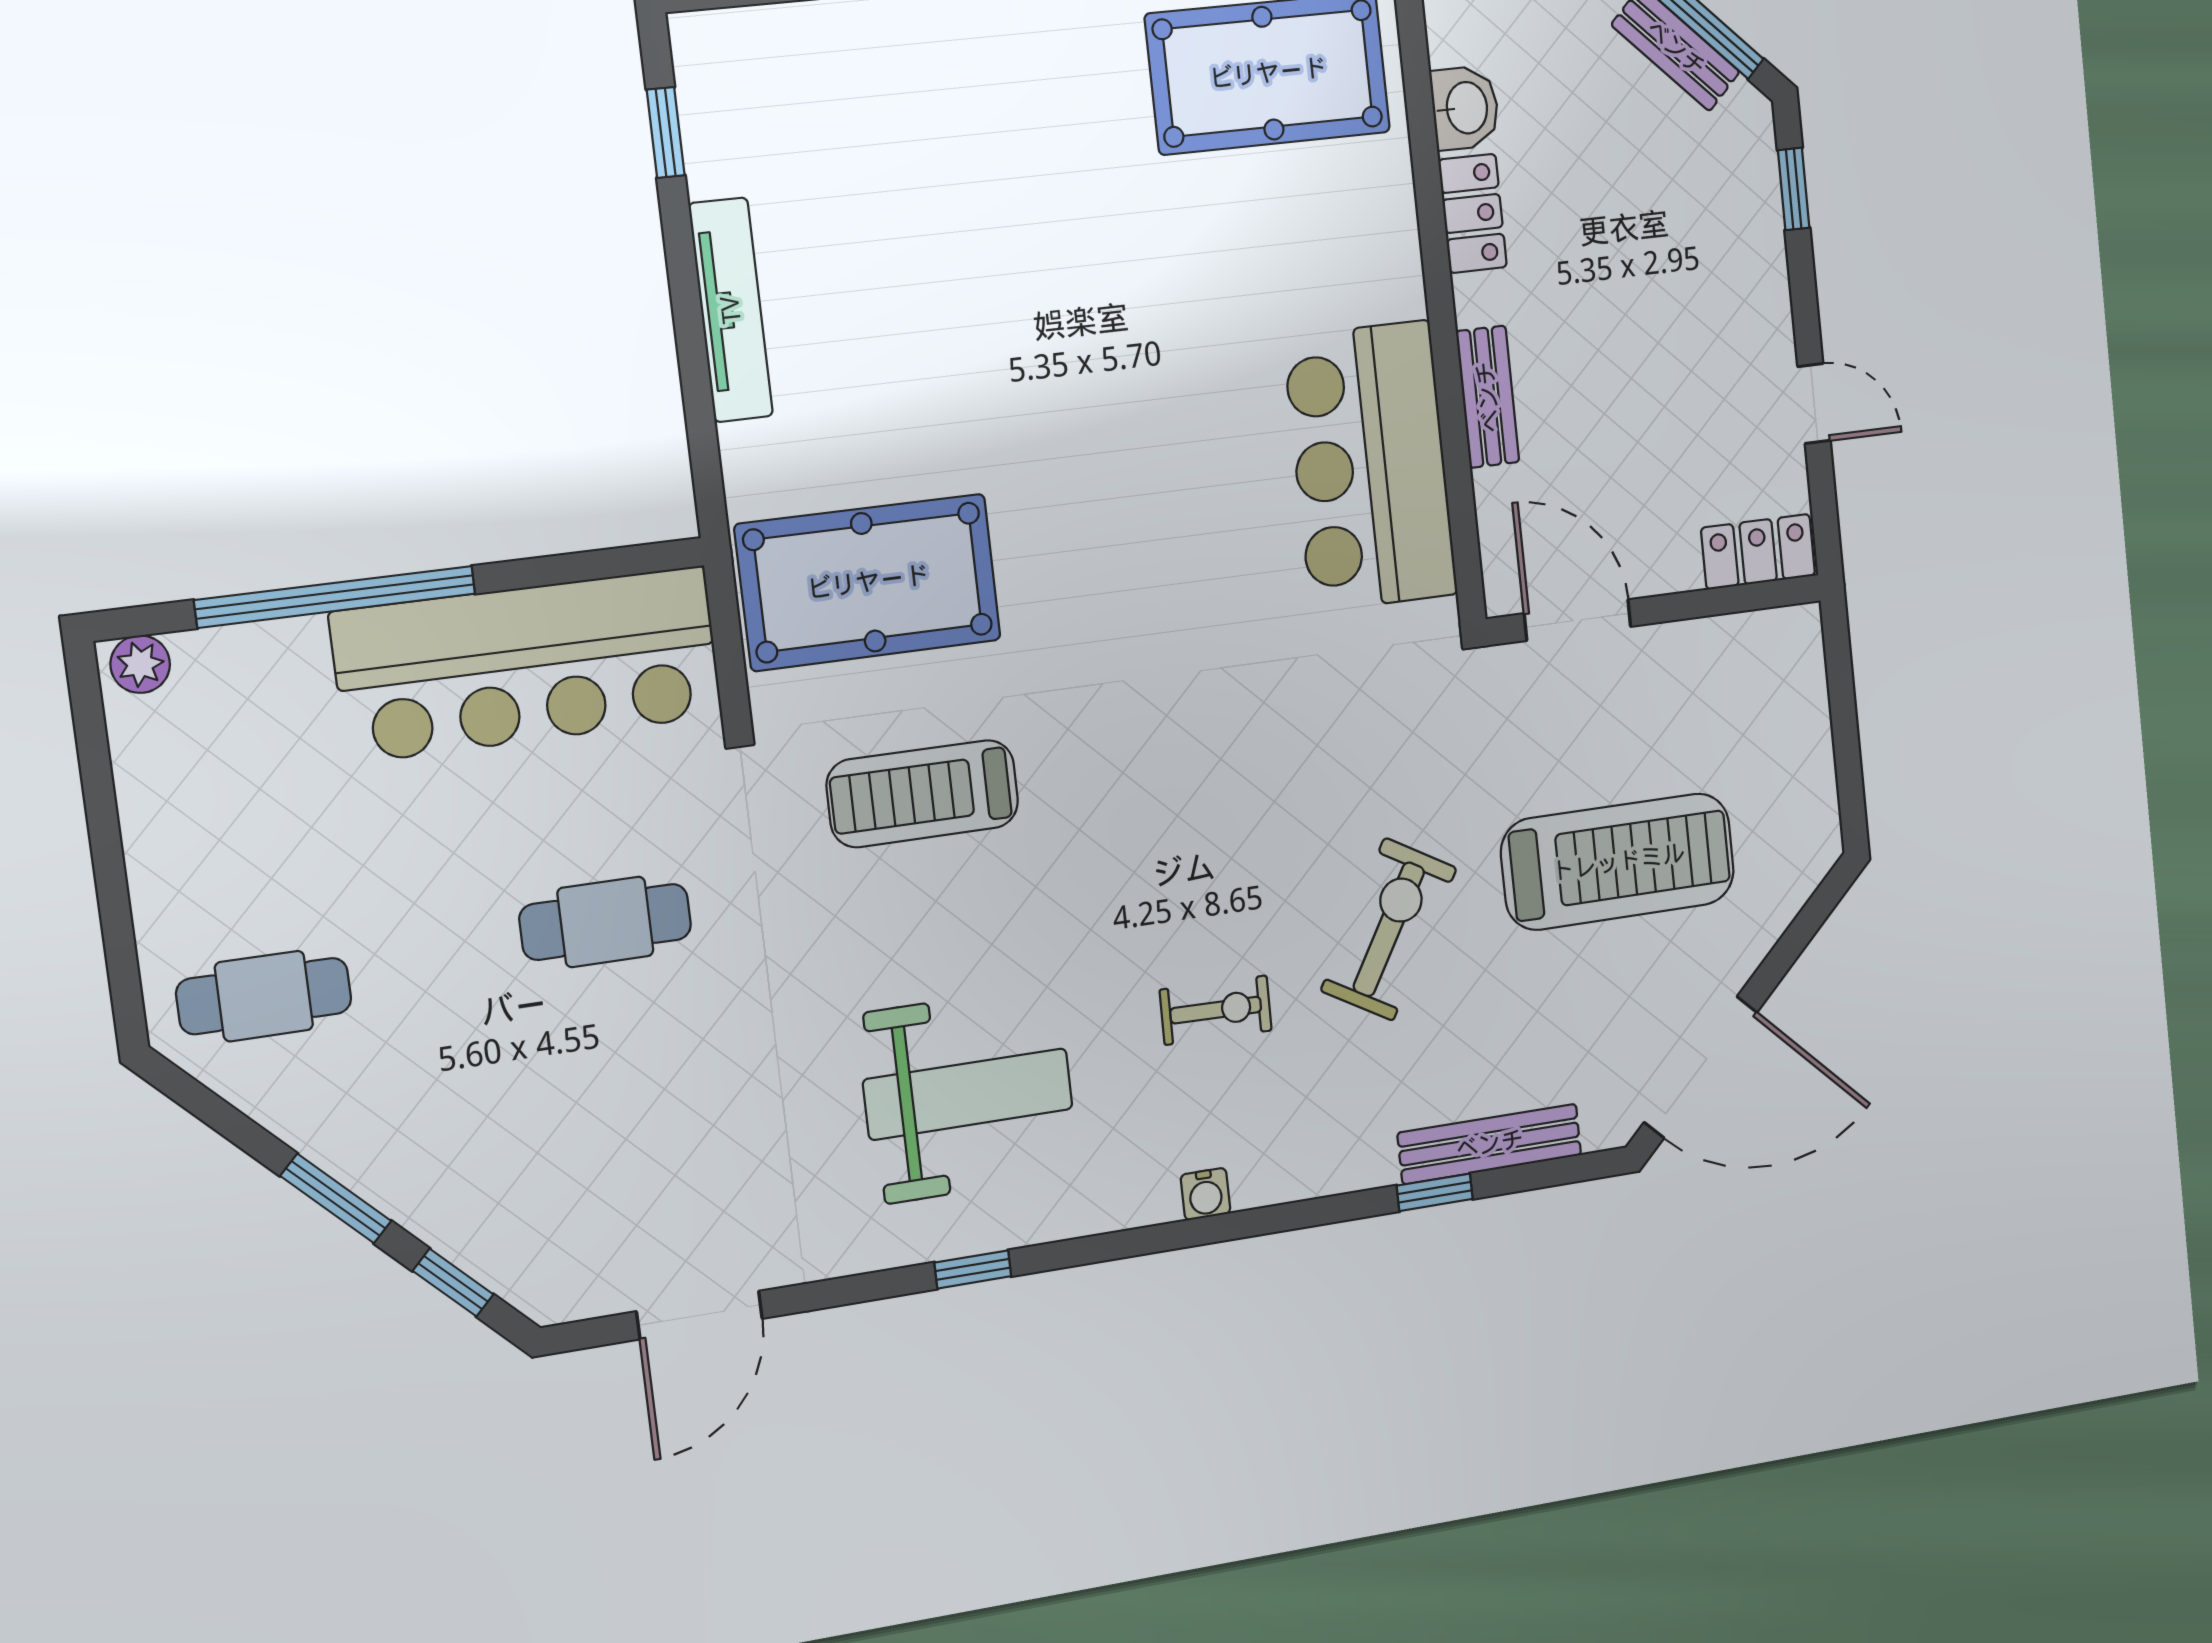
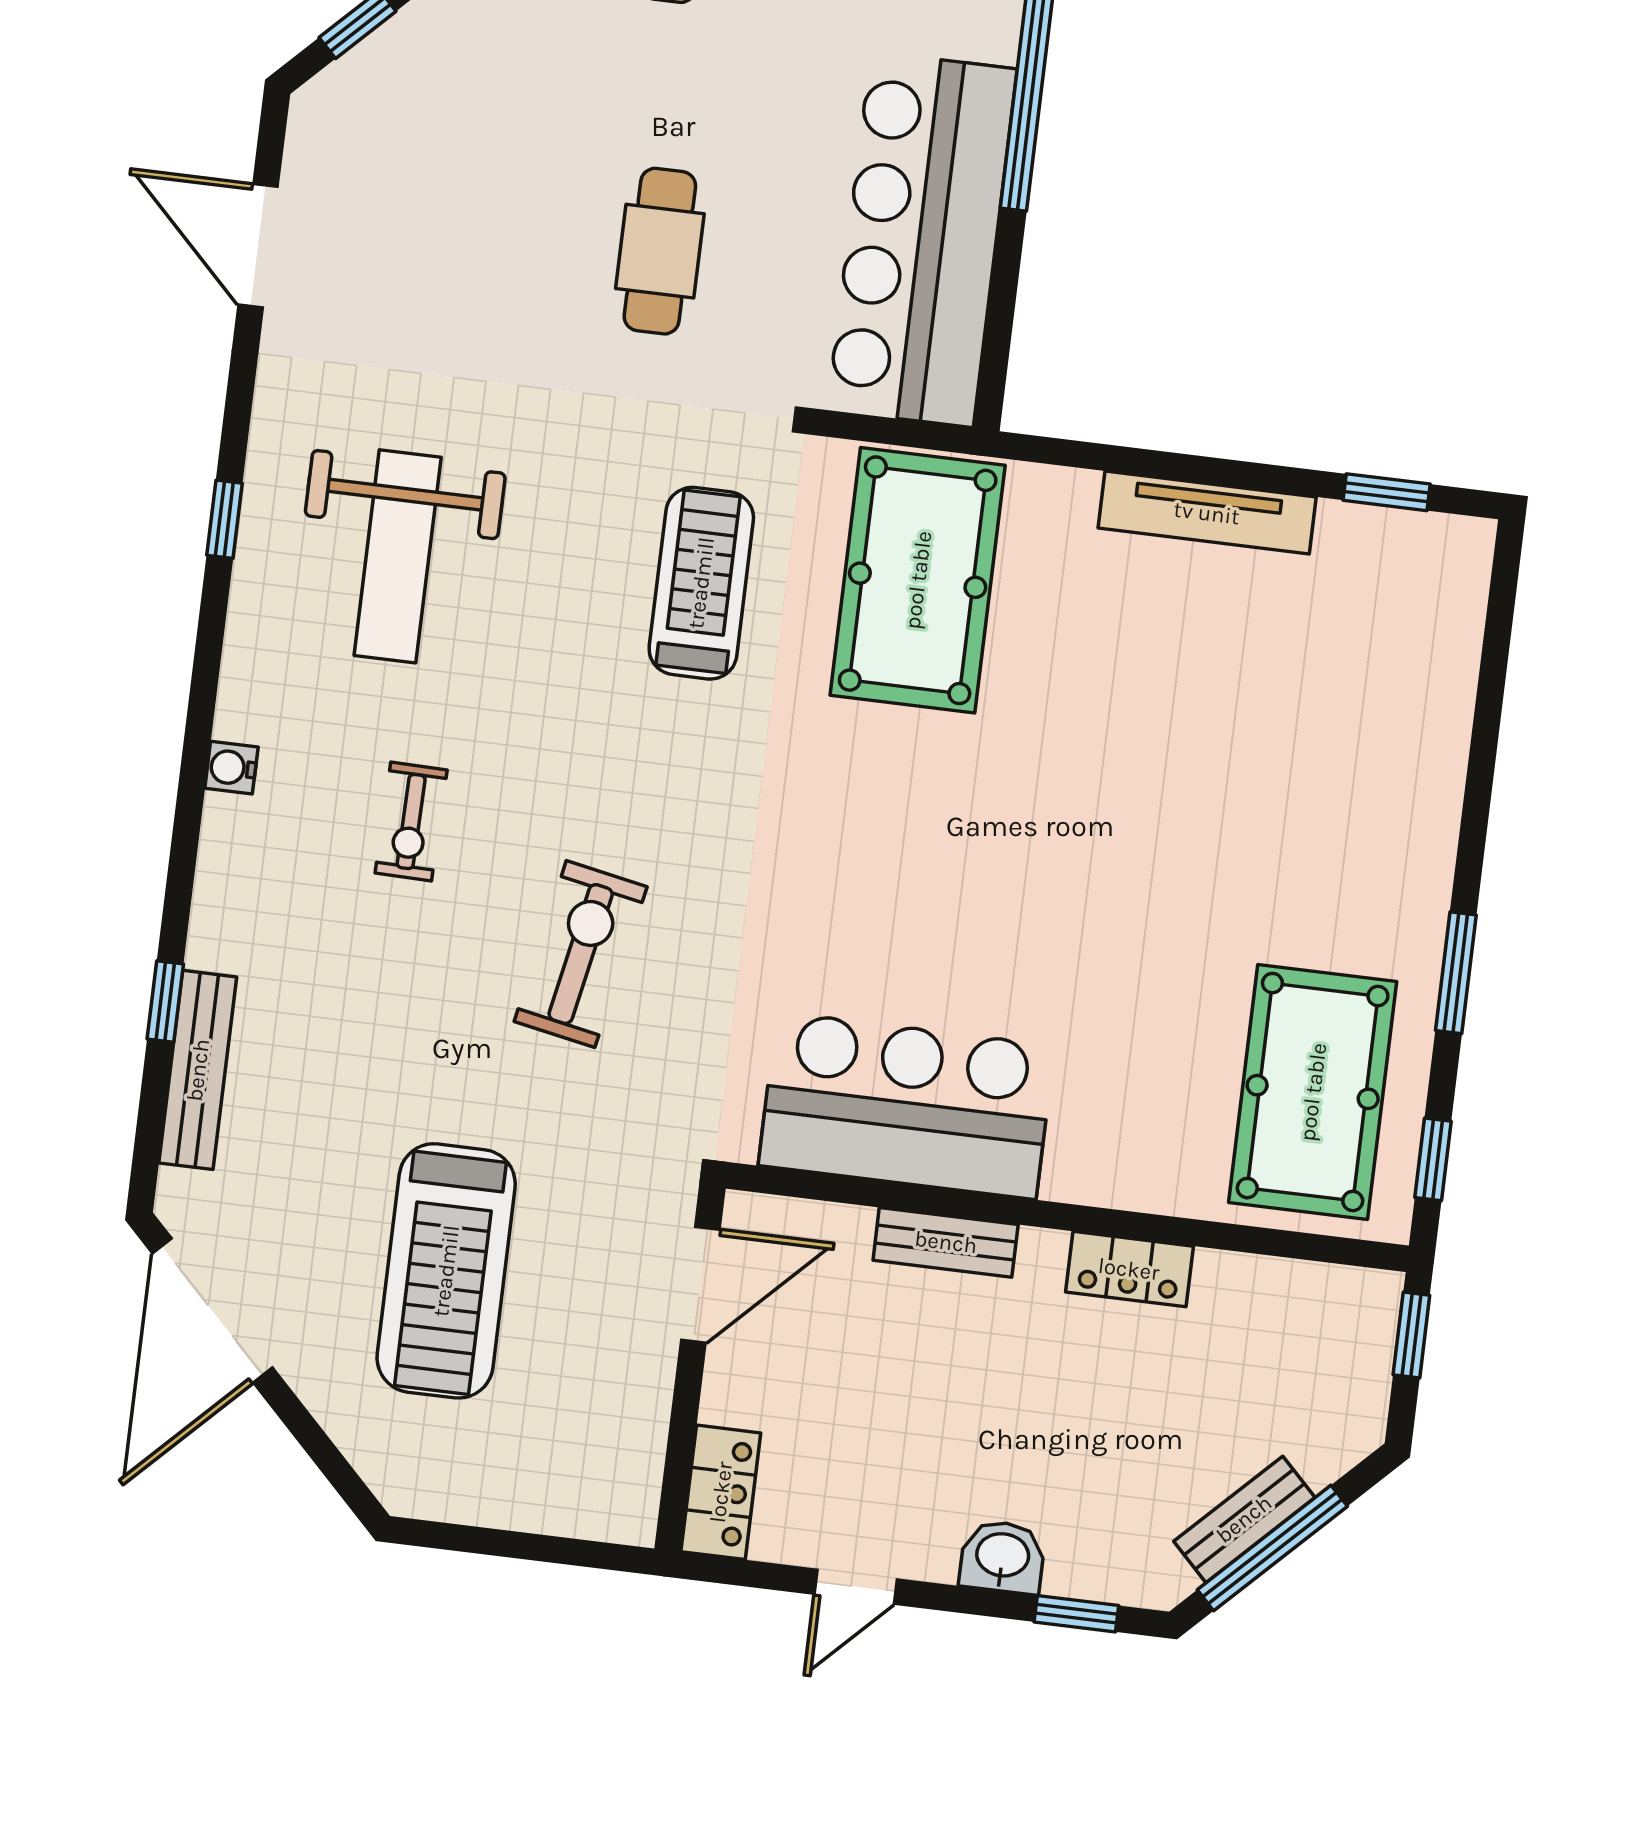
washbasin: (1465, 108) -> (1002, 1557), moved, turned 180
exercise bike: (1389, 929) -> (581, 954), moved, turned -109

